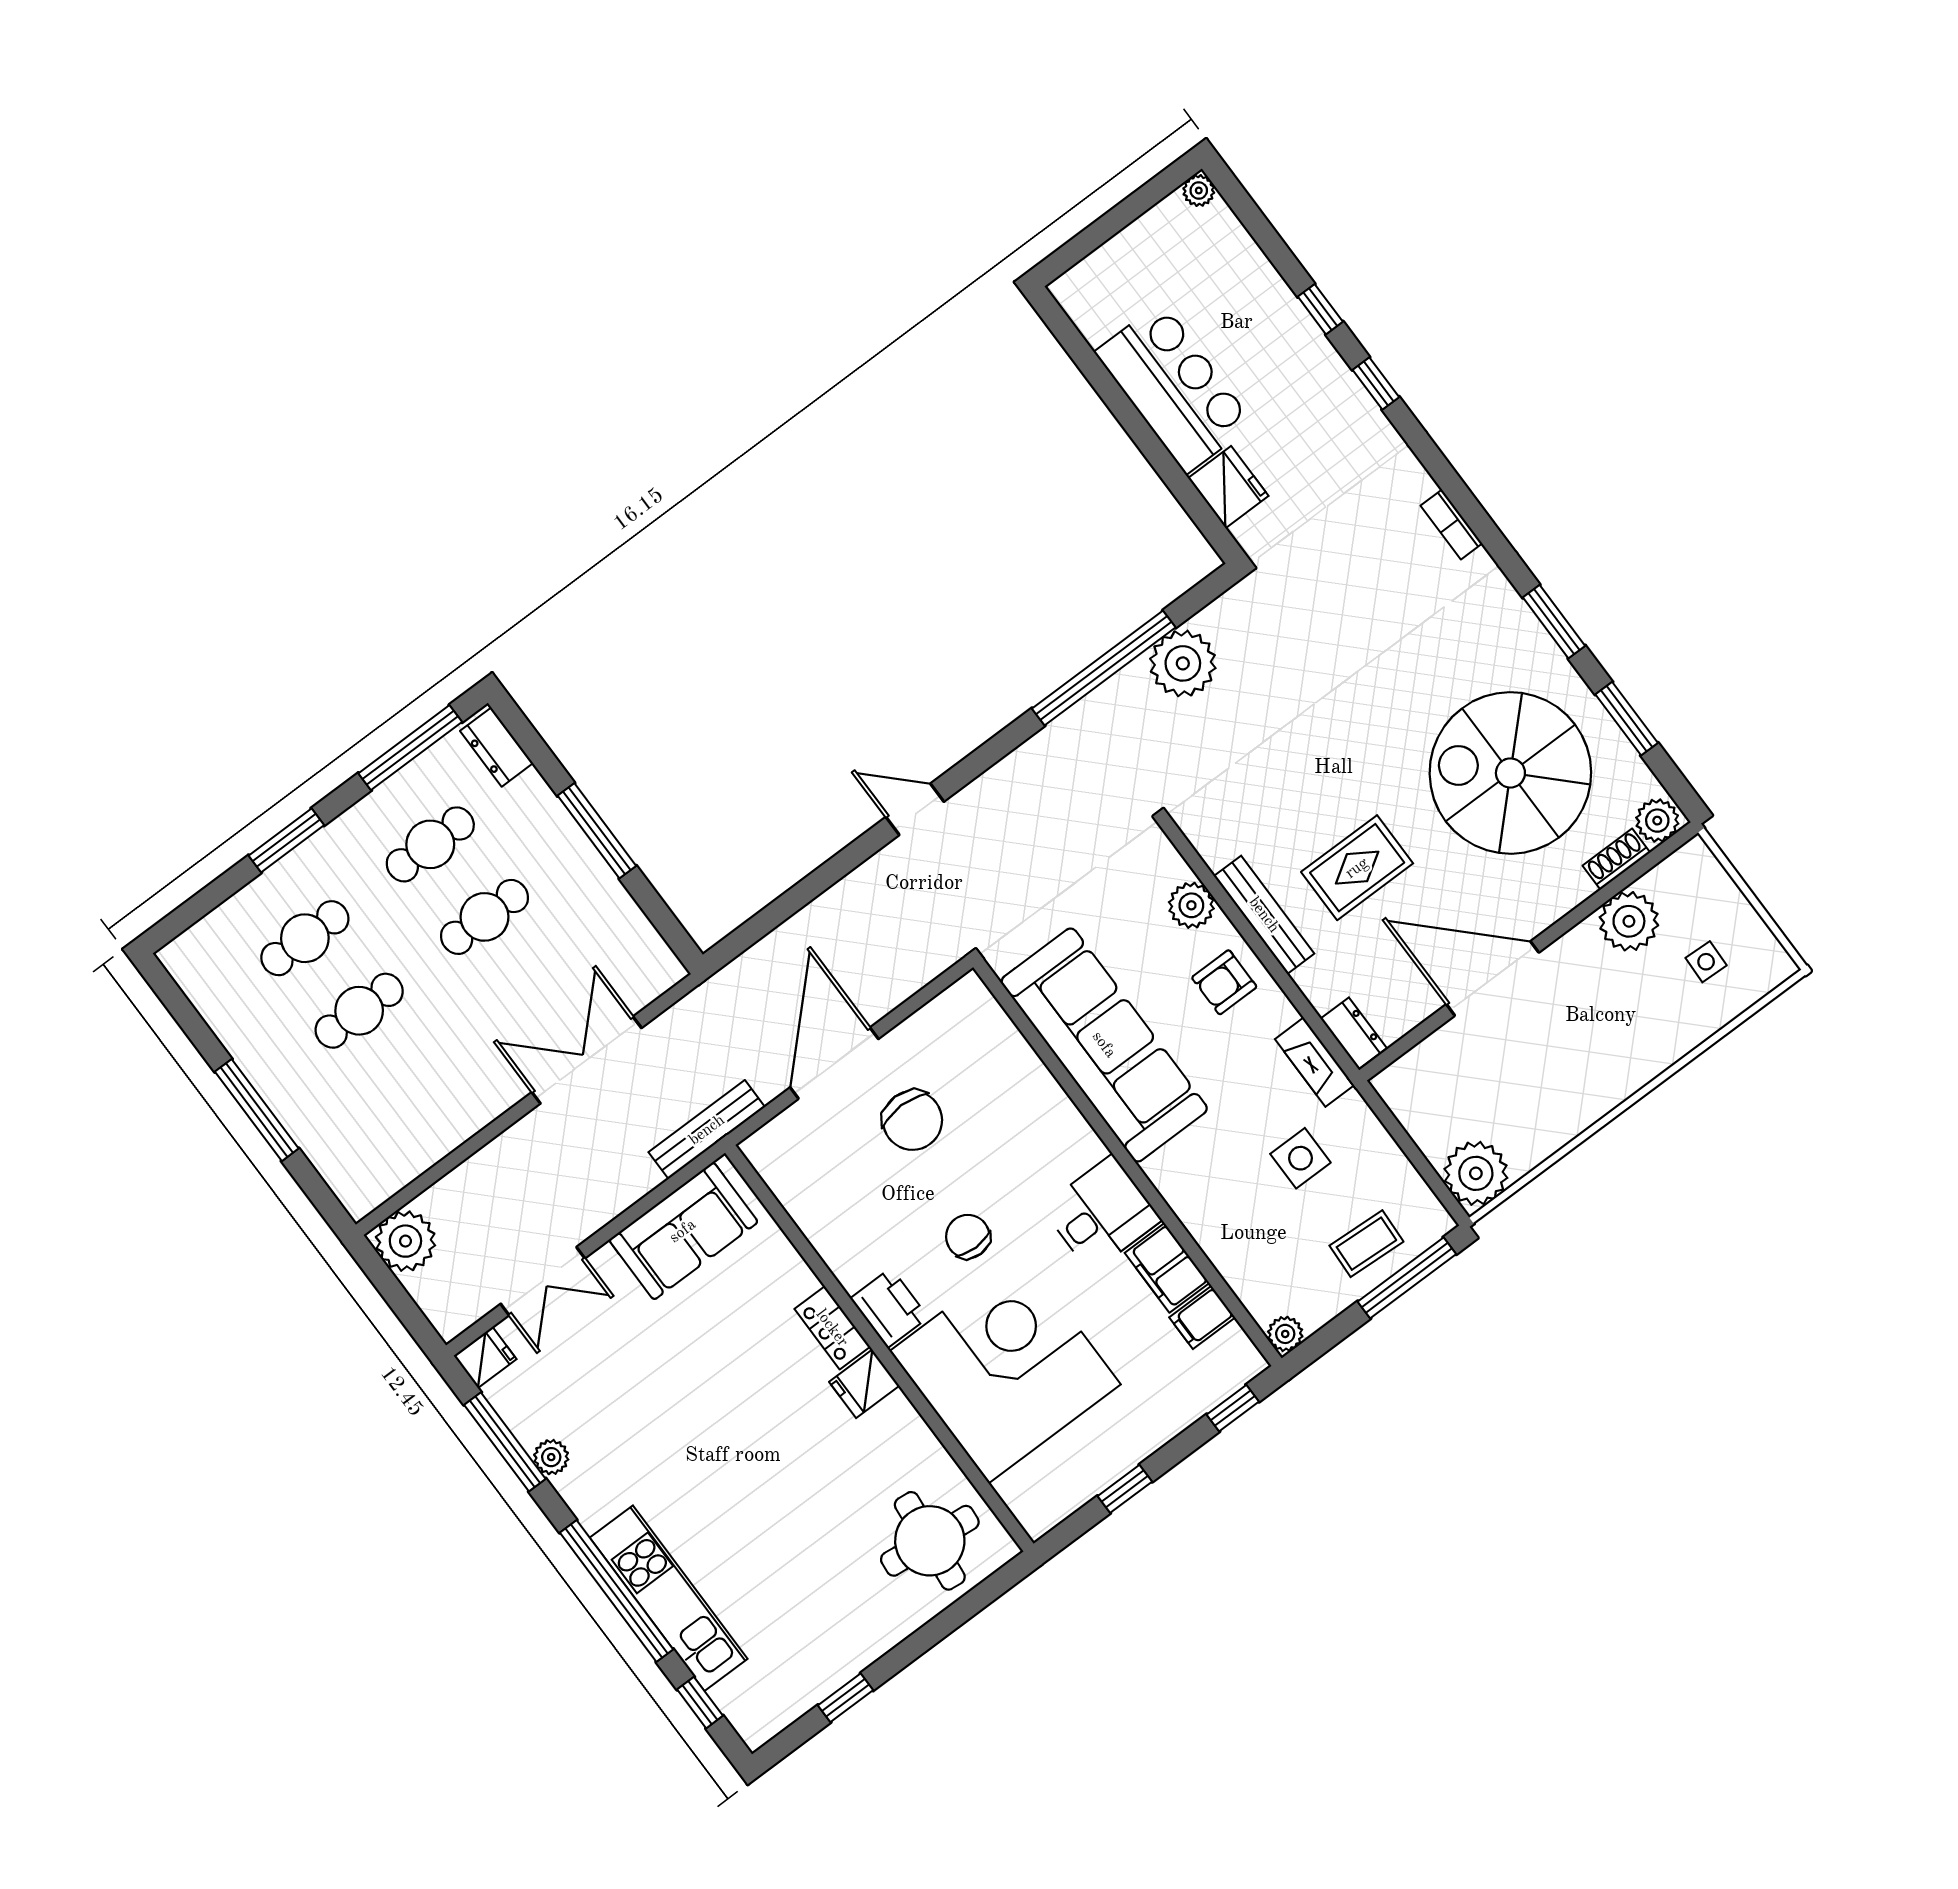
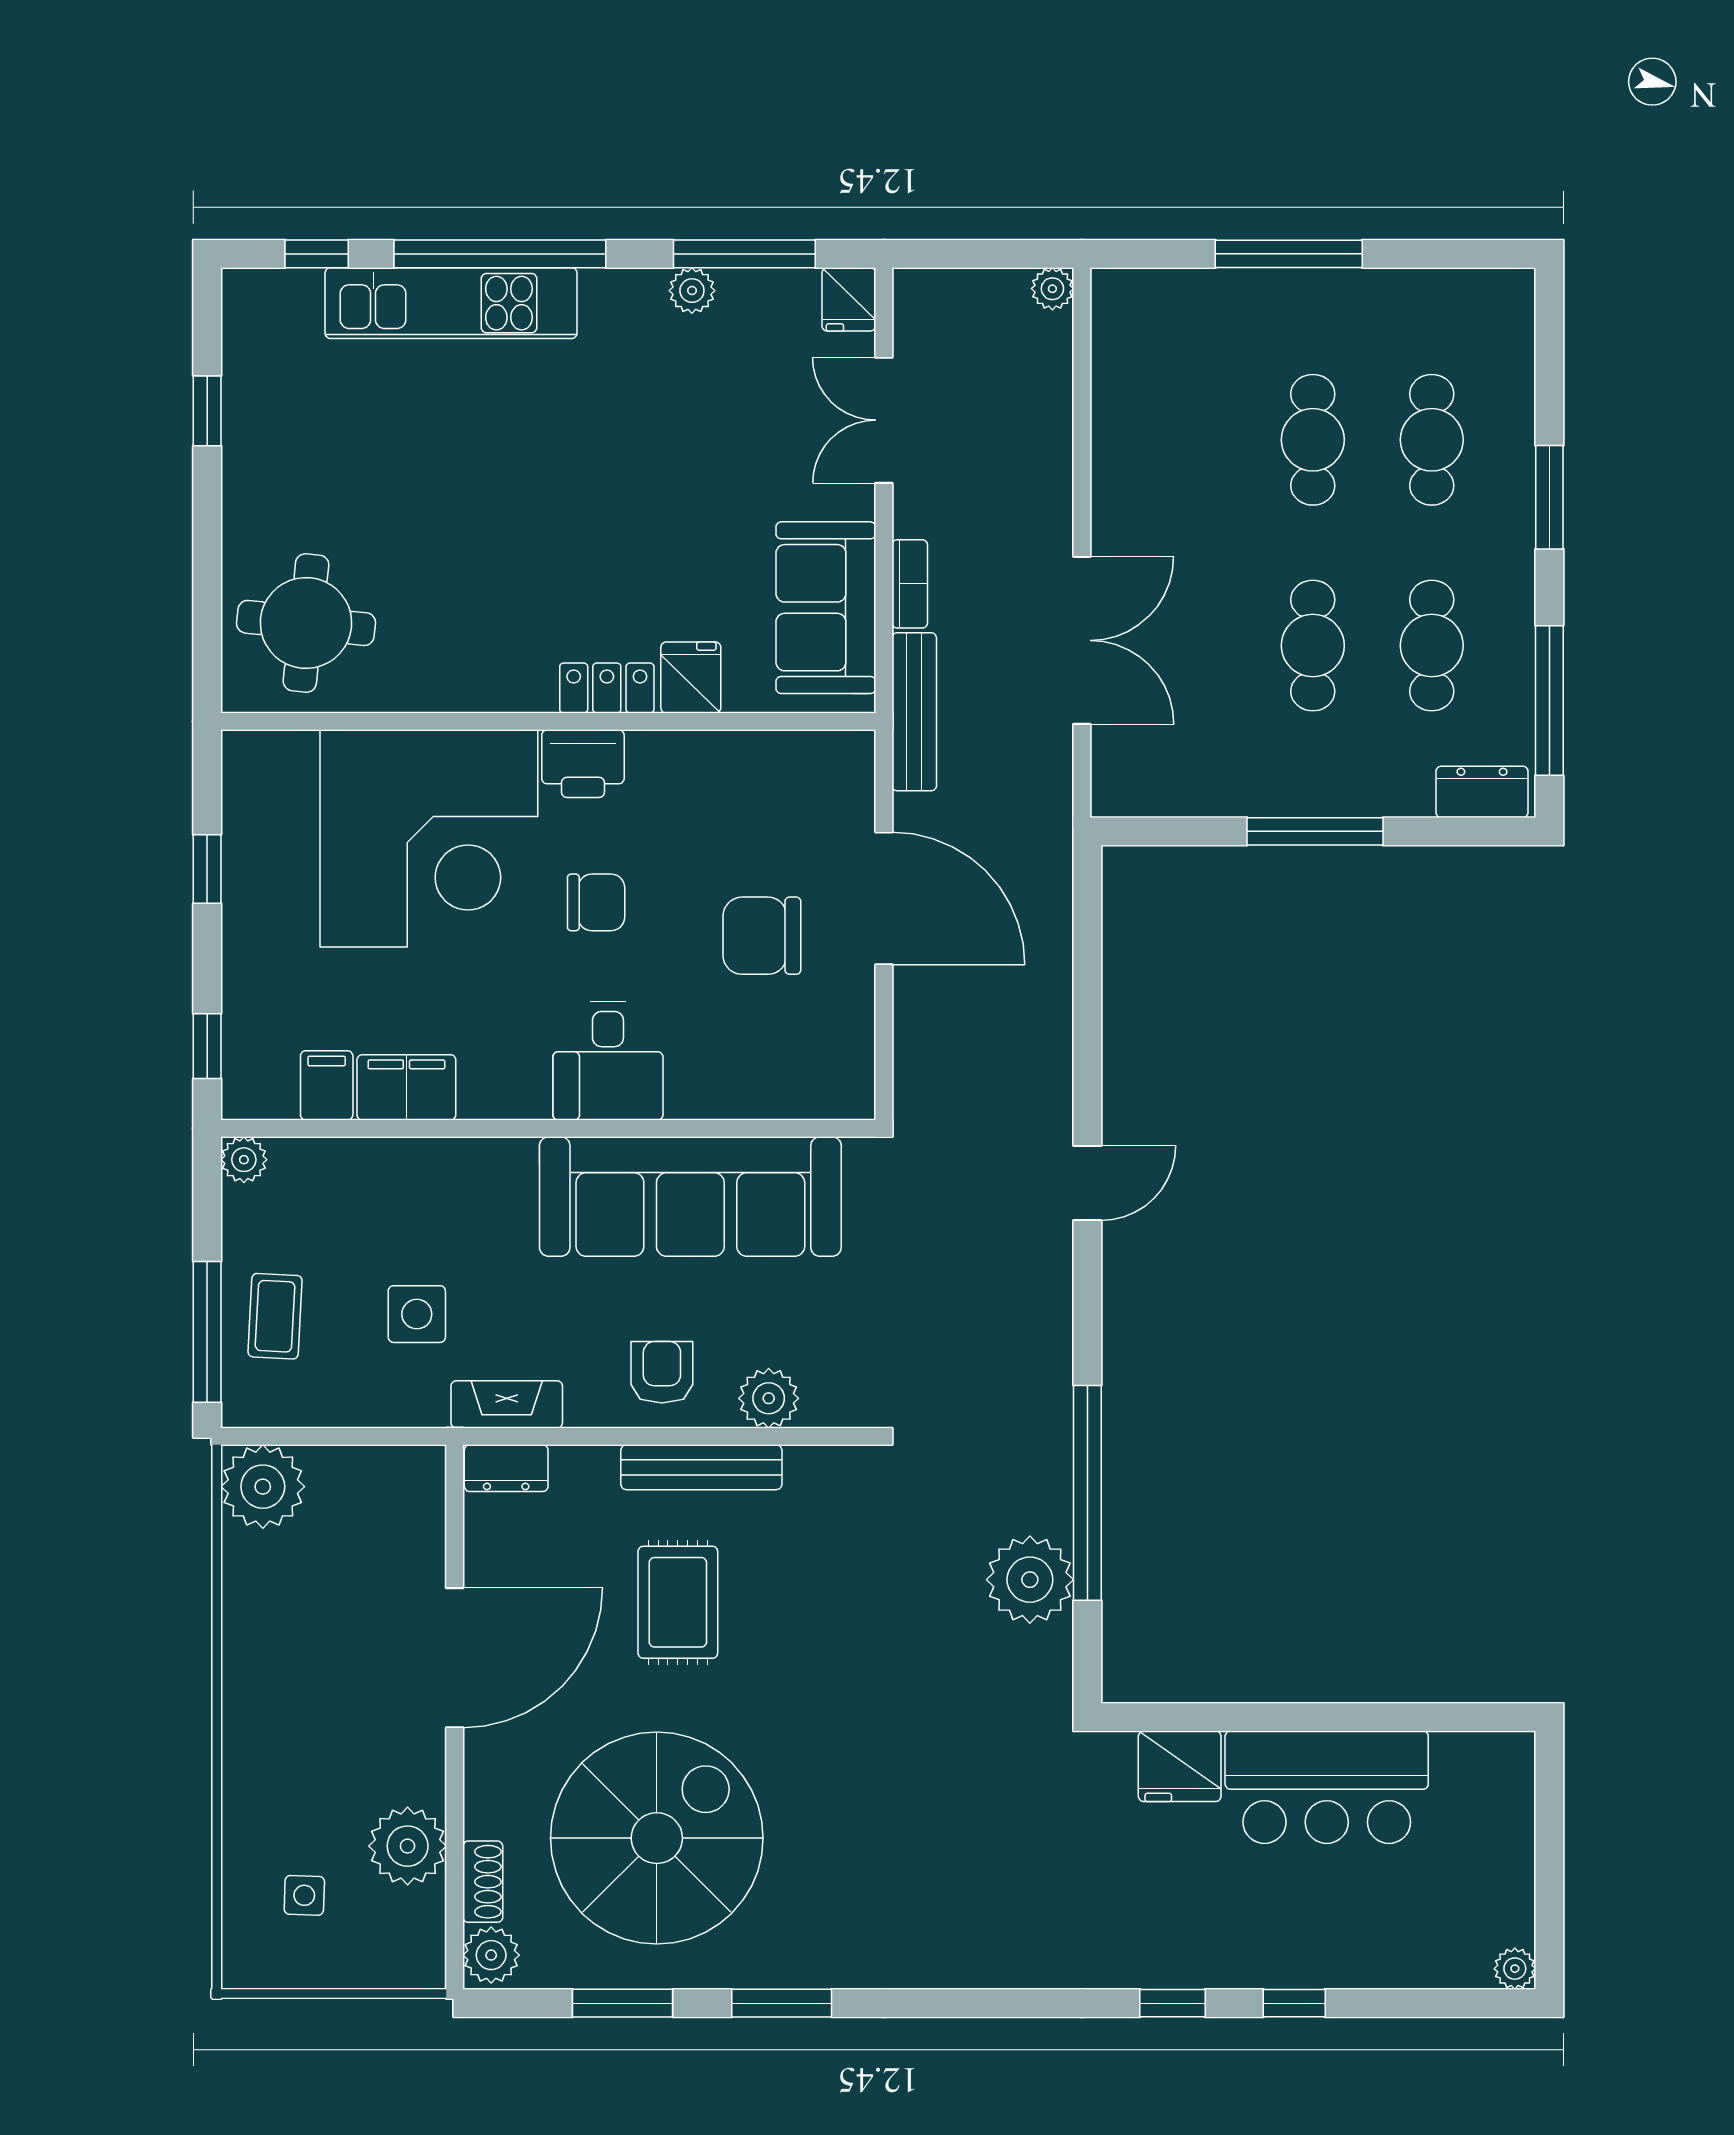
bookcase: (1451, 525) -> (910, 584), moved, turned 90
desk: (1101, 1214) -> (608, 1061), moved
plant: (405, 1241) -> (1052, 289), width x0.53, depth x0.53
fridge: (864, 1384) -> (691, 678), moved

